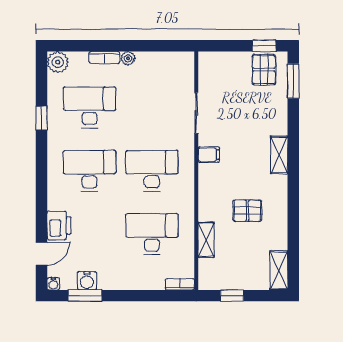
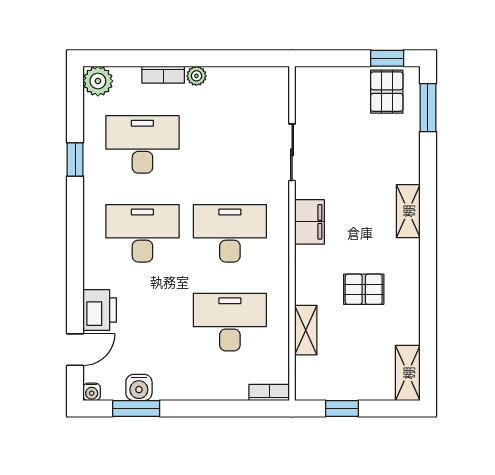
filing cabinet: (209, 155) -> (309, 222), width x2.00

